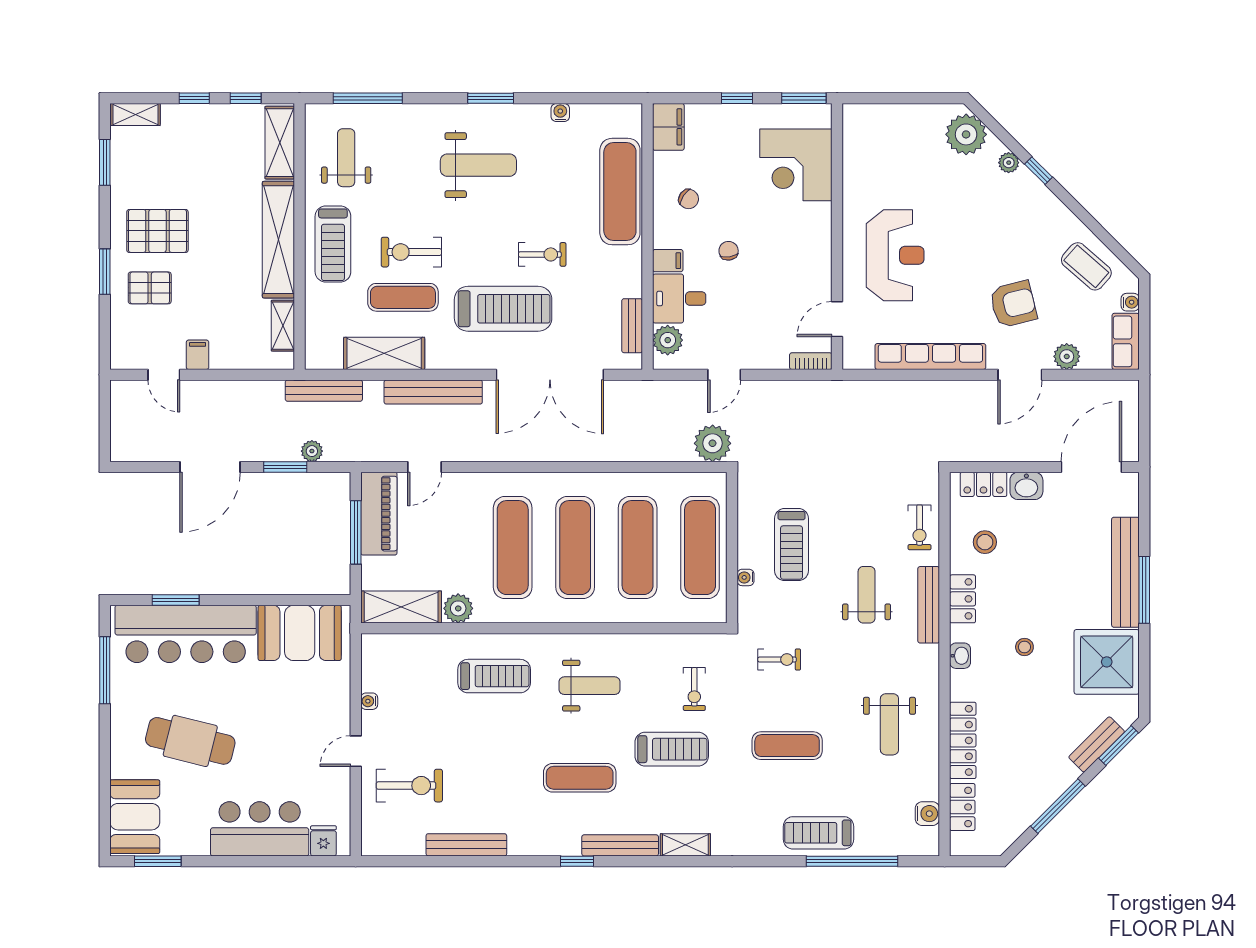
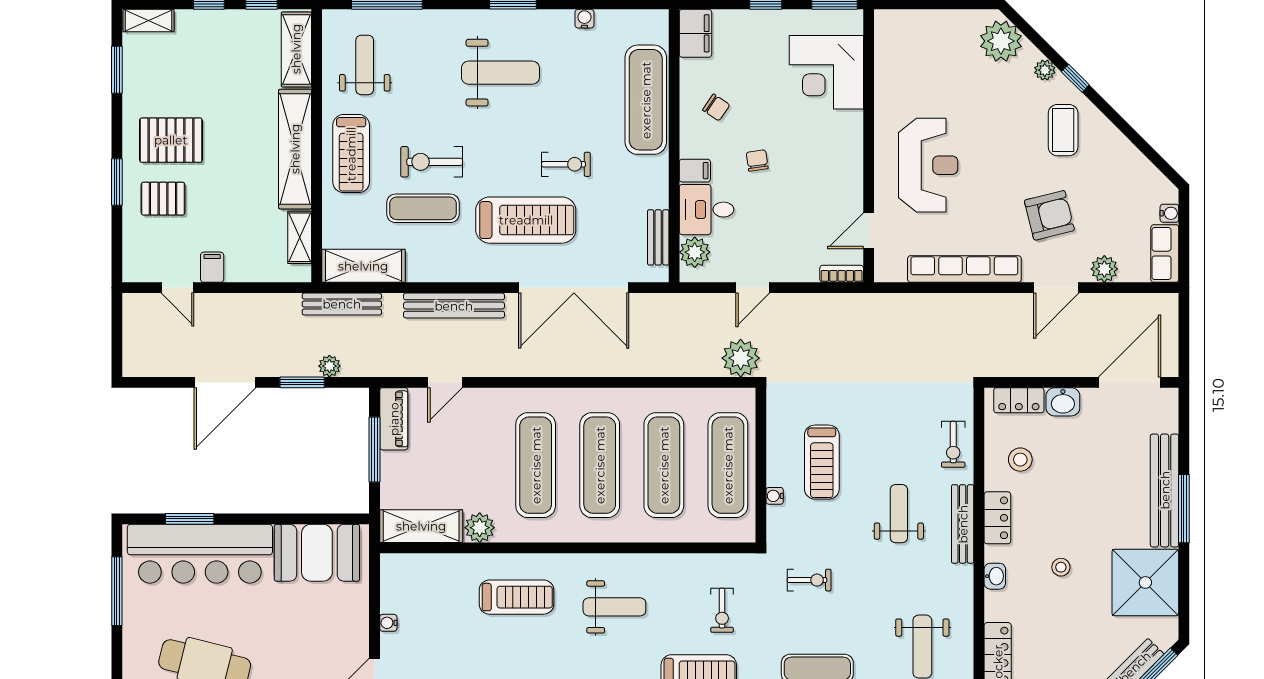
coffee table: (1086, 266) -> (1063, 130), moved, turned 49
shelving: (384, 353) -> (363, 266), moved
piano: (379, 514) -> (394, 419), width x0.73, depth x0.75

